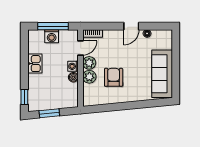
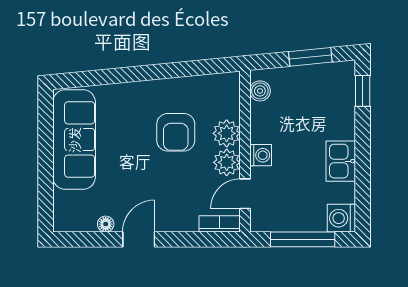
washing machine: (52, 36) -> (341, 218), moved, turned -90
boiler: (73, 77) -> (260, 91), moved

